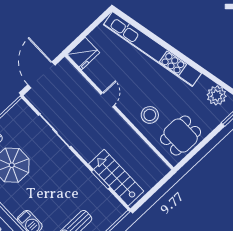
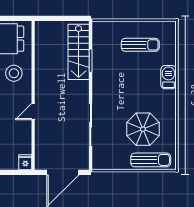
fridge: (83, 54) -> (25, 162), width x0.53, depth x0.75

